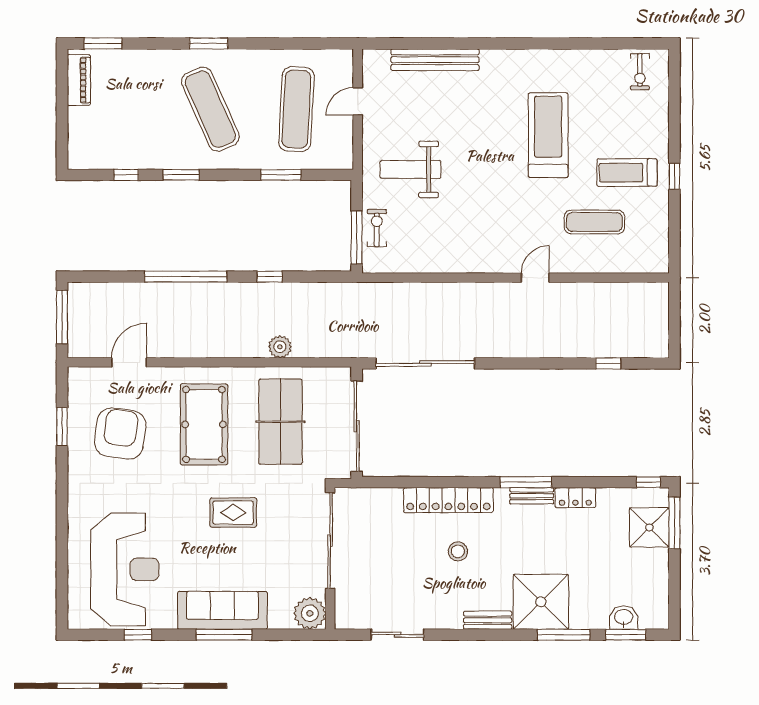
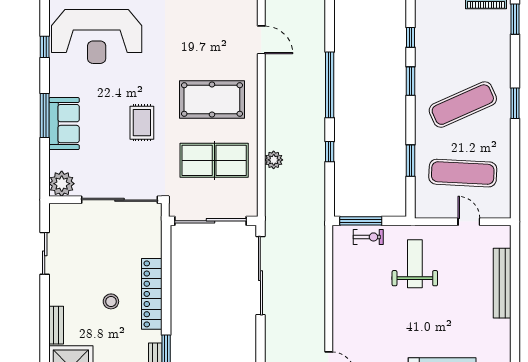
armchair: (120, 434) -> (205, 33), removed
sofa: (222, 610) -> (64, 124), width x0.73

